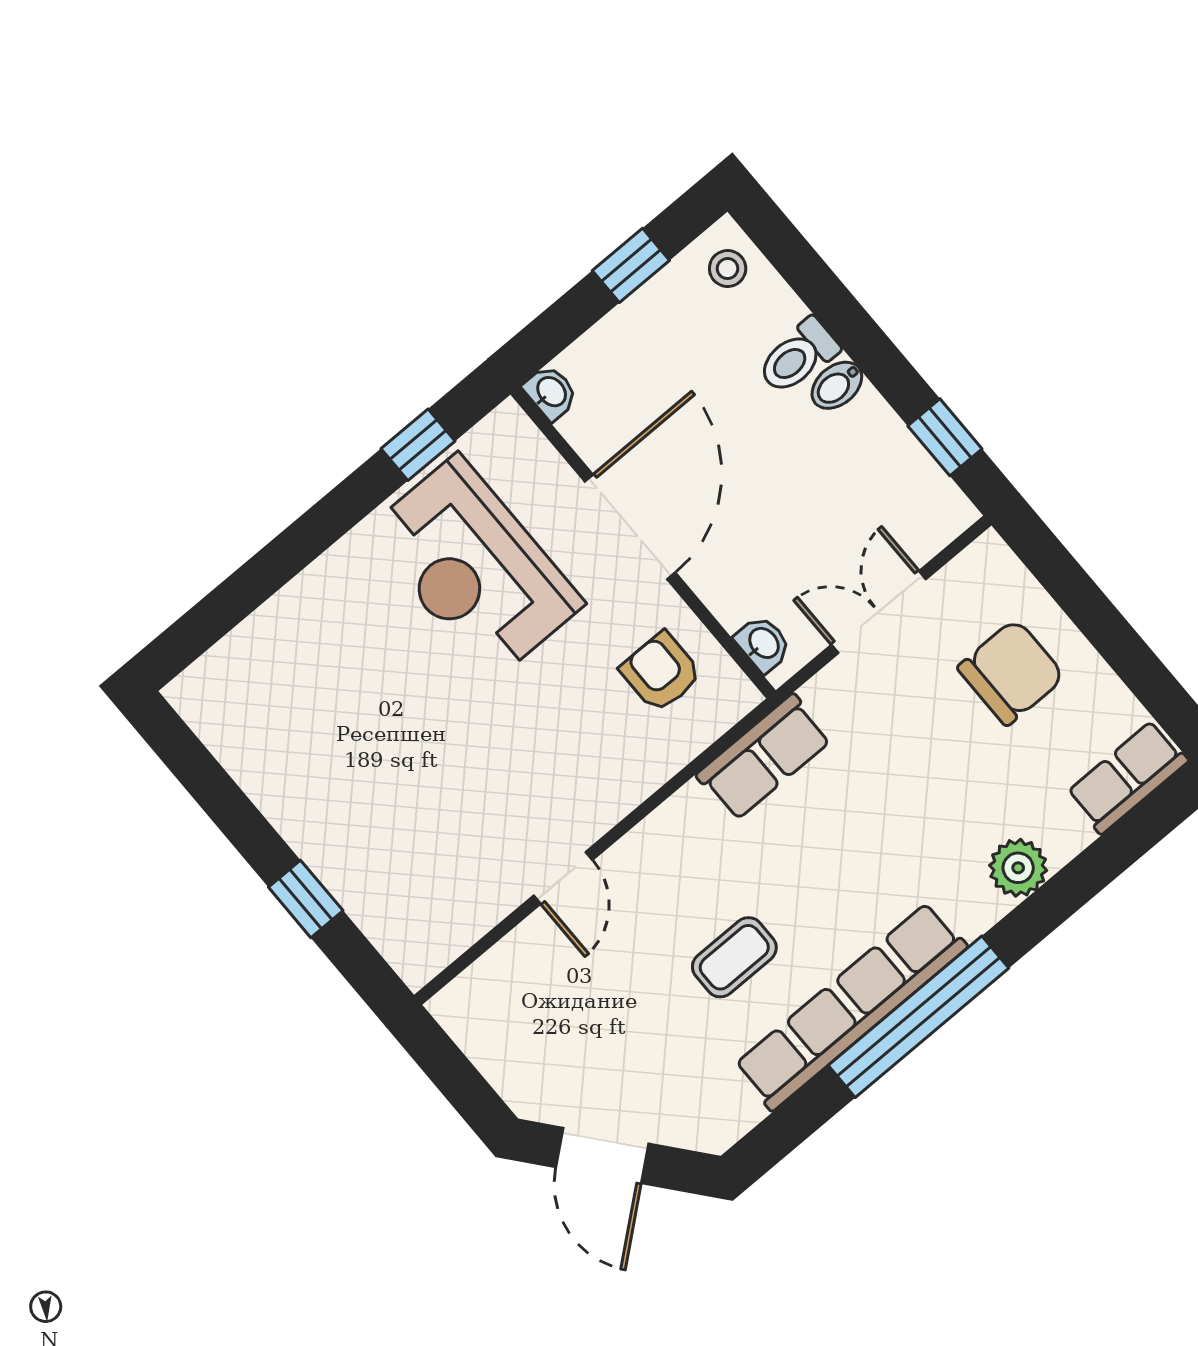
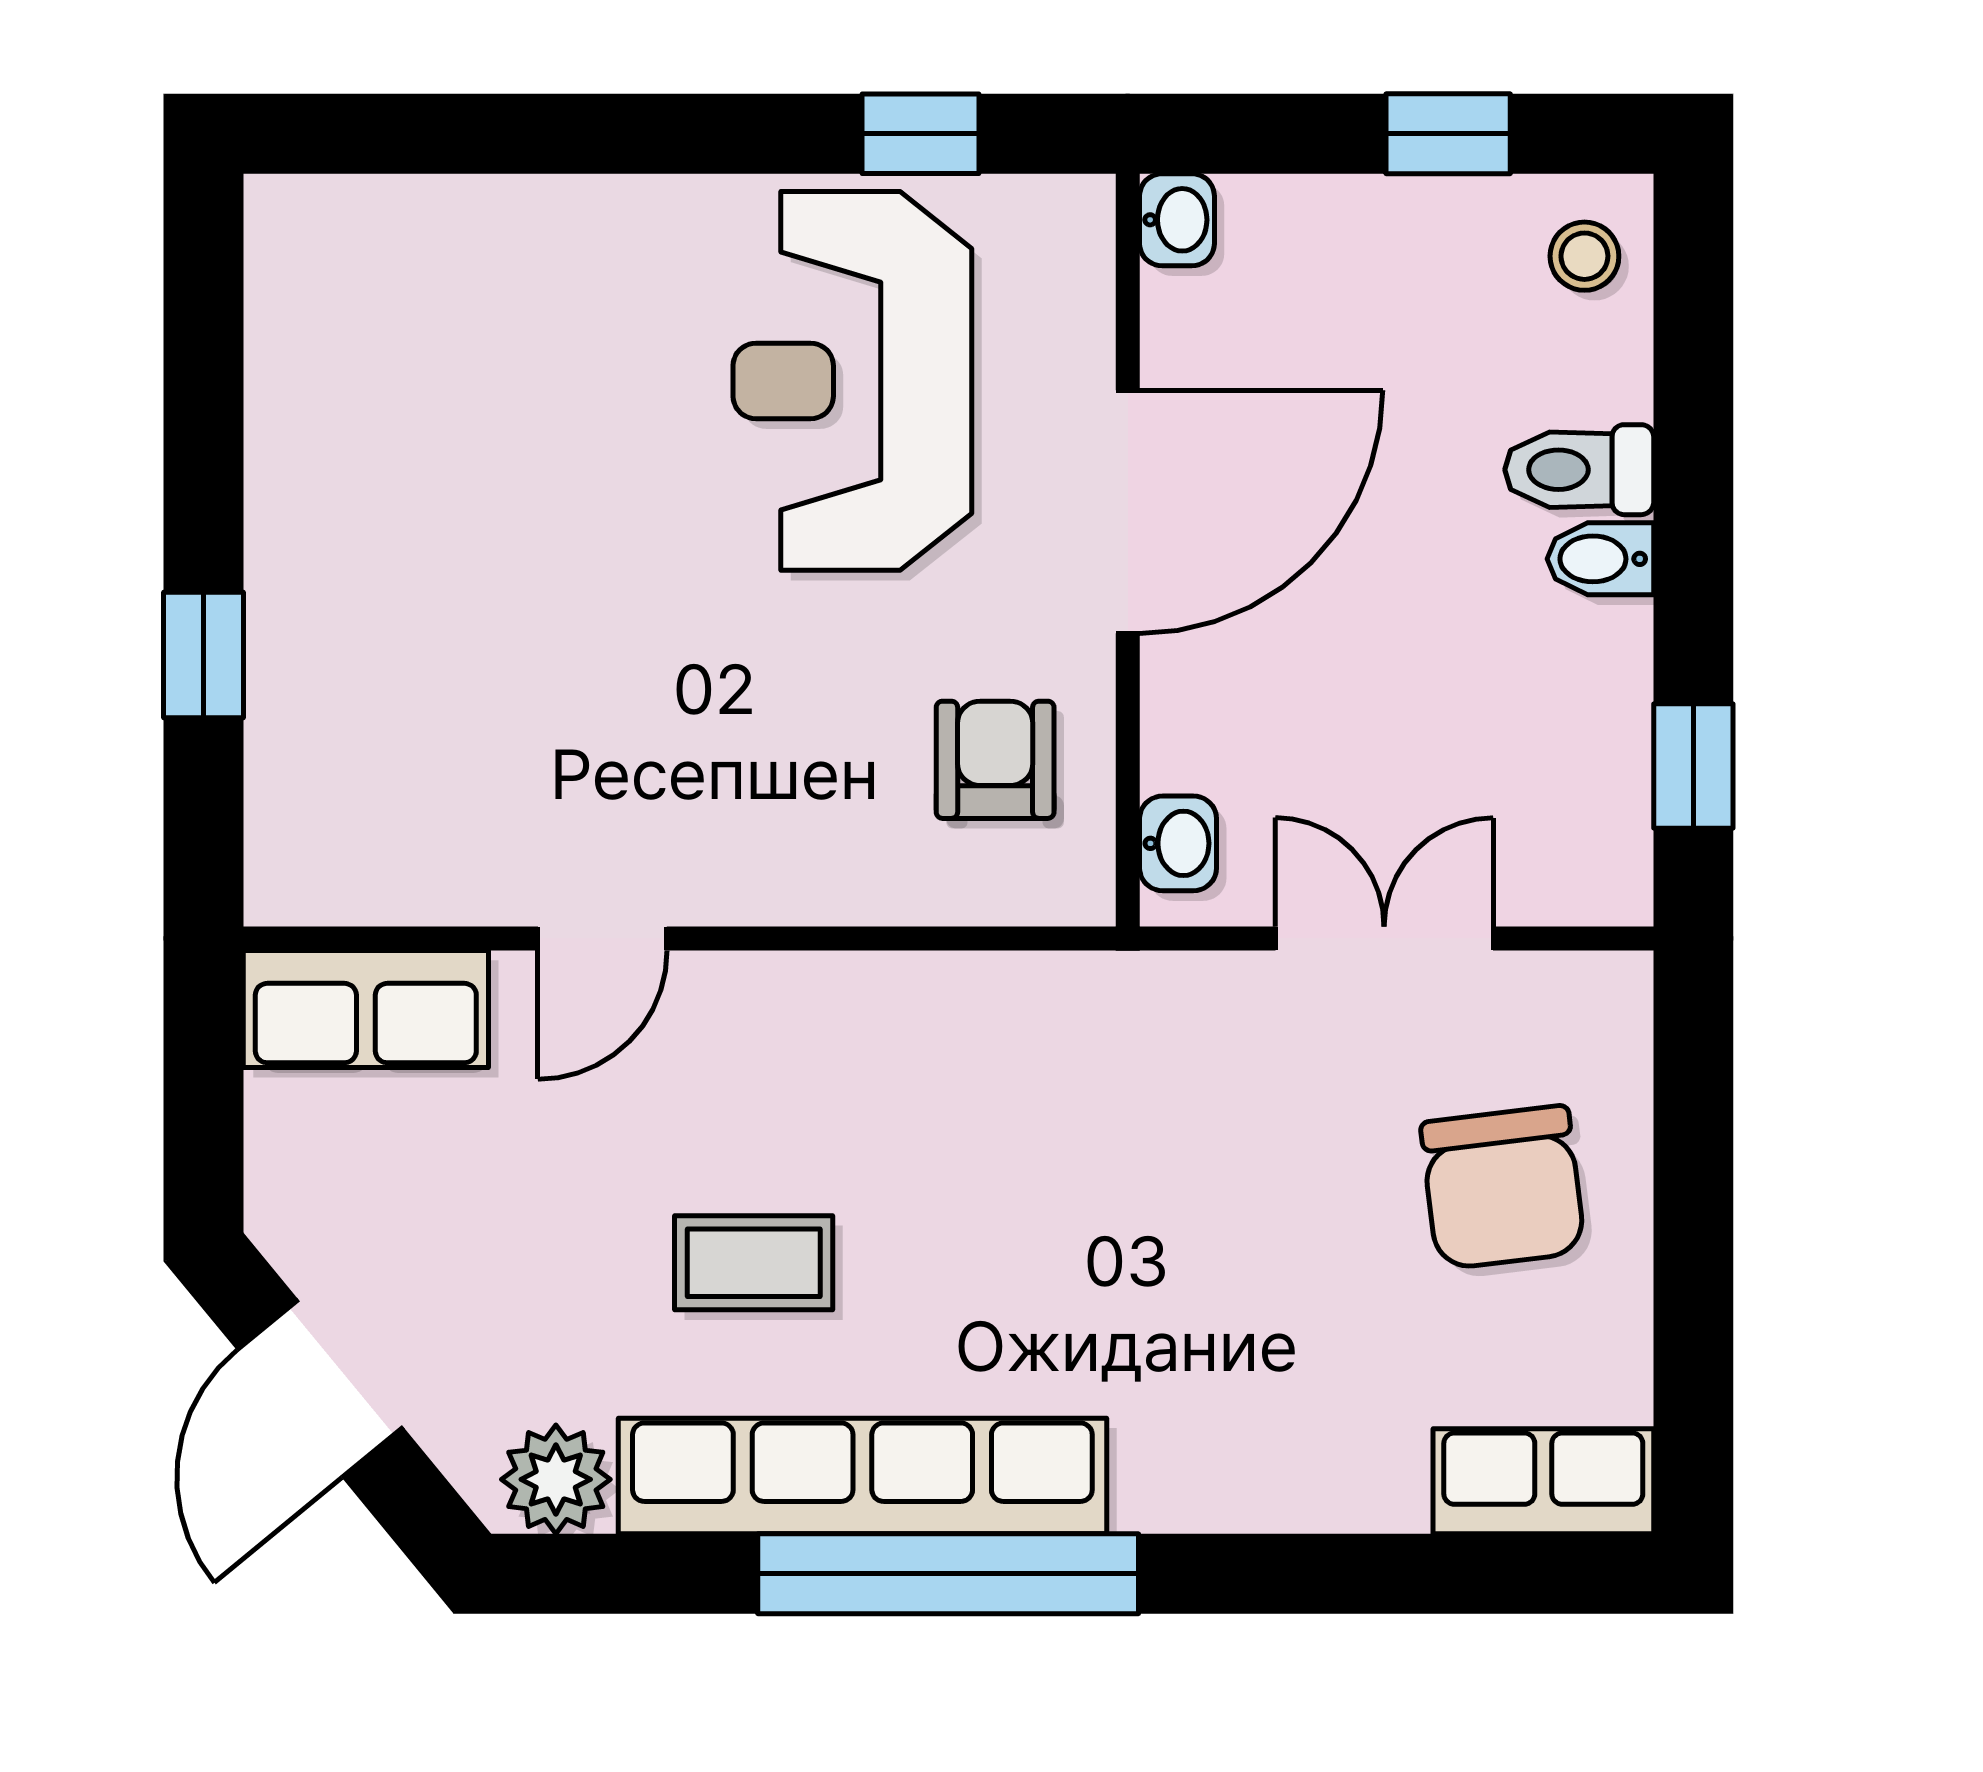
chair: (1011, 672) -> (1503, 1187), turned 83
row of seats: (764, 757) -> (366, 1009), moved
plant: (1018, 868) -> (556, 1479), moved

